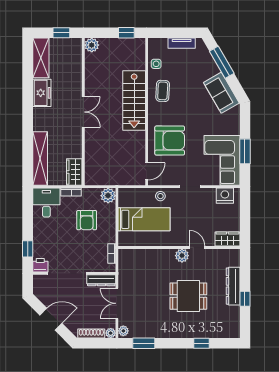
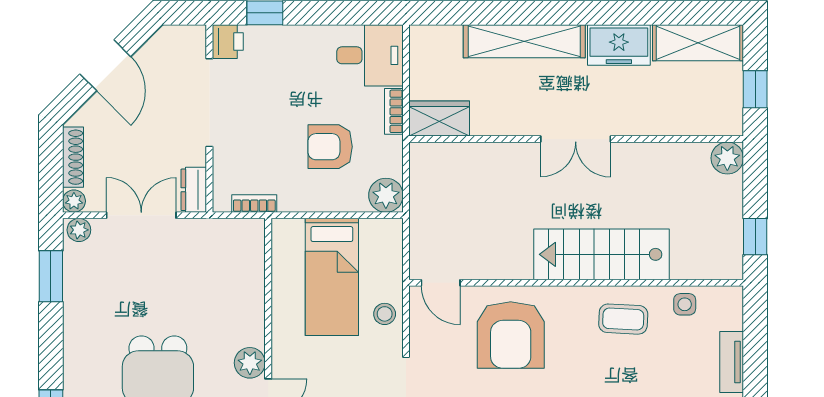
shelving: (40, 159) -> (524, 41), moved
dresser: (101, 280) -> (194, 190), width x0.70

